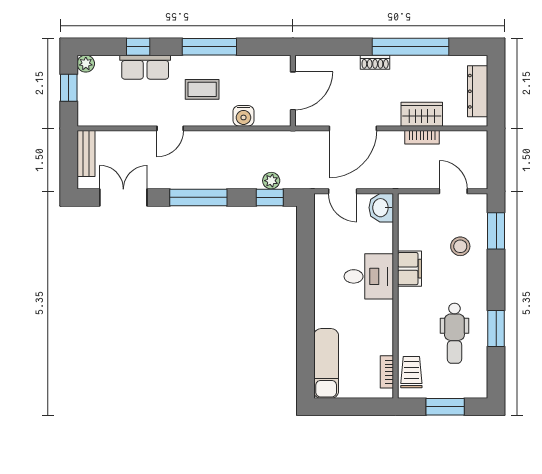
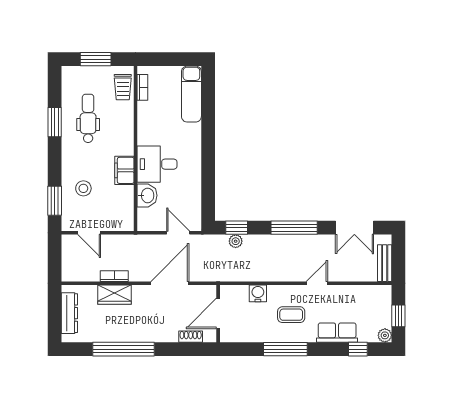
window: (138, 47) -> (358, 349), moved
shoe rack: (375, 62) -> (191, 337), moved
washbasin: (381, 208) -> (147, 195), moved

